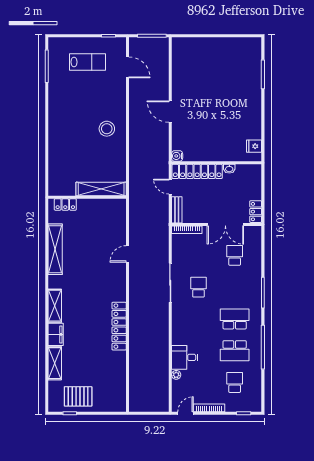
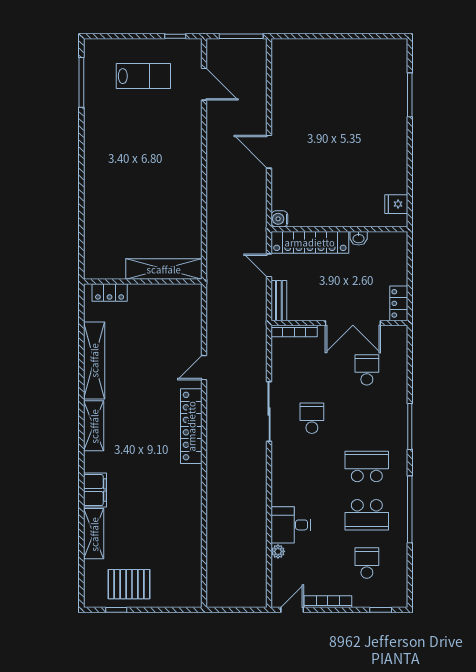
stool: (107, 129) -> (173, 177), removed
shelving: (55, 306) -> (94, 426), moved
locker: (119, 326) -> (191, 426), moved

